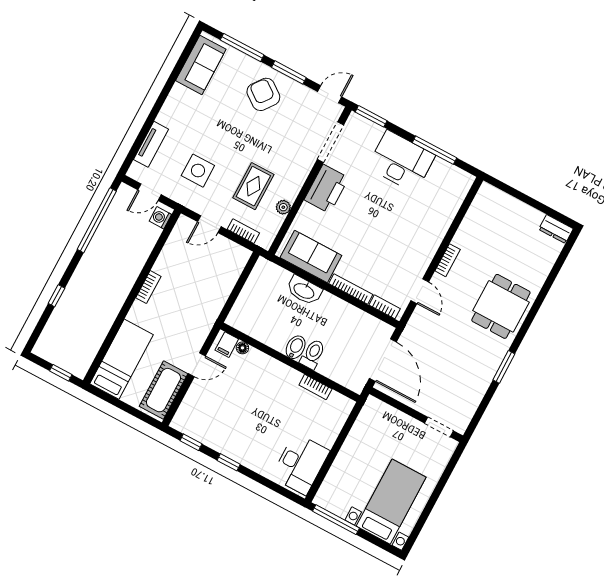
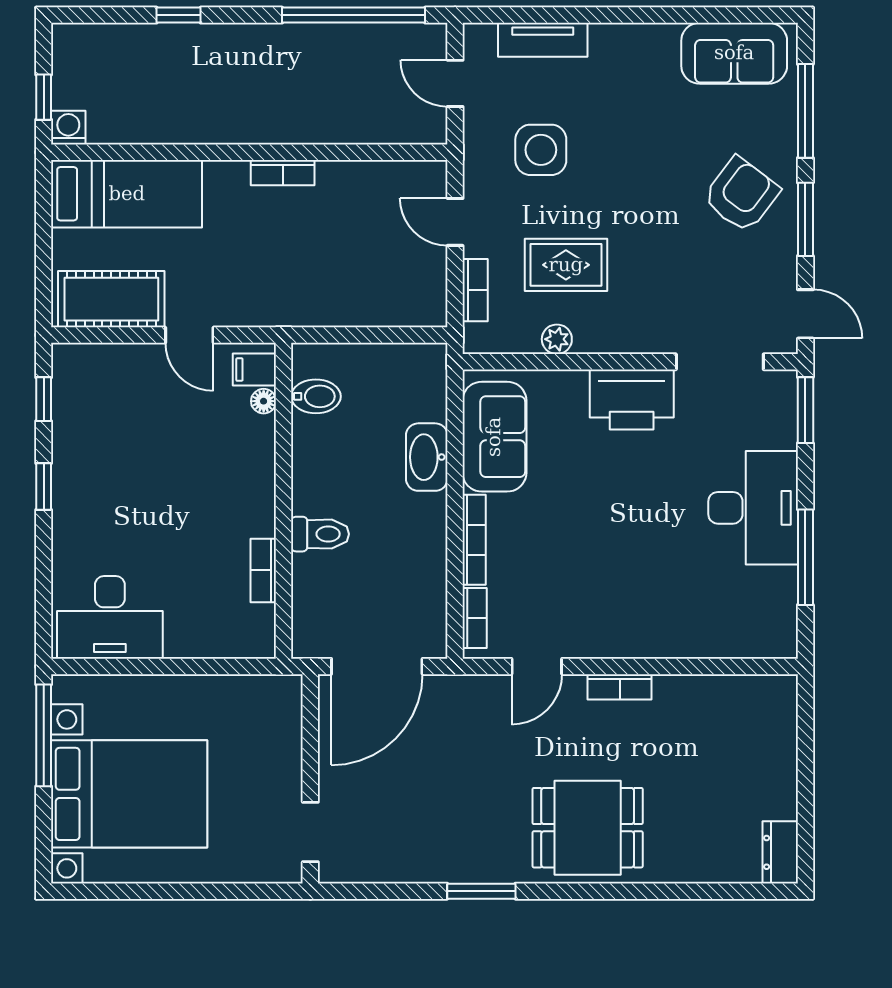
washing machine: (160, 218) -> (68, 128), moved
bidet: (296, 347) -> (316, 396), moved
bed with nightstands: (391, 502) -> (129, 794), width x1.36

